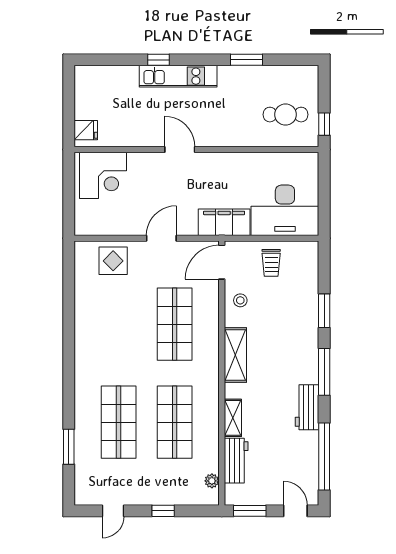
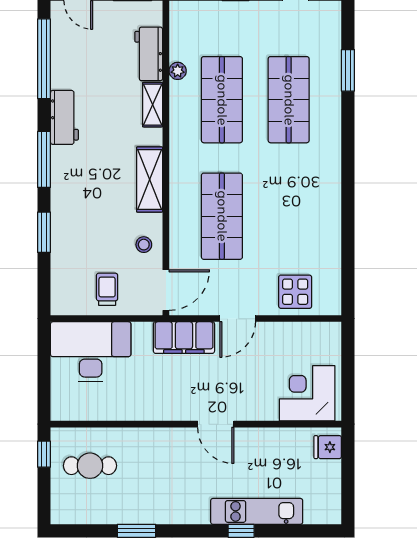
kitchen unit: (178, 76) -> (257, 511), moved
filing cabinet: (224, 222) -> (184, 338), moved
plant: (212, 481) -> (178, 71), moved

